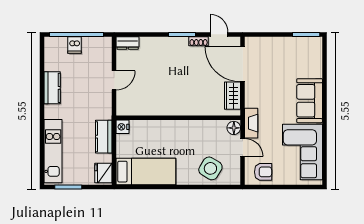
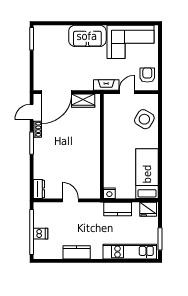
floor lamp: (234, 128) -> (110, 100), removed

